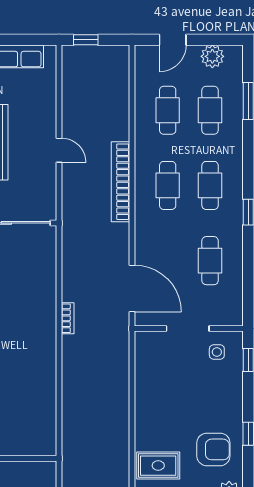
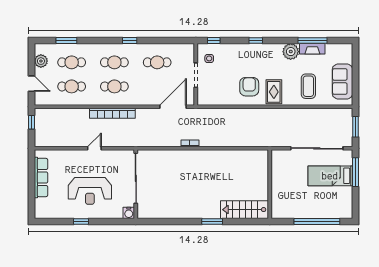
window: (86, 40) -> (31, 122), moved
armchair: (213, 449) -> (249, 87), moved

